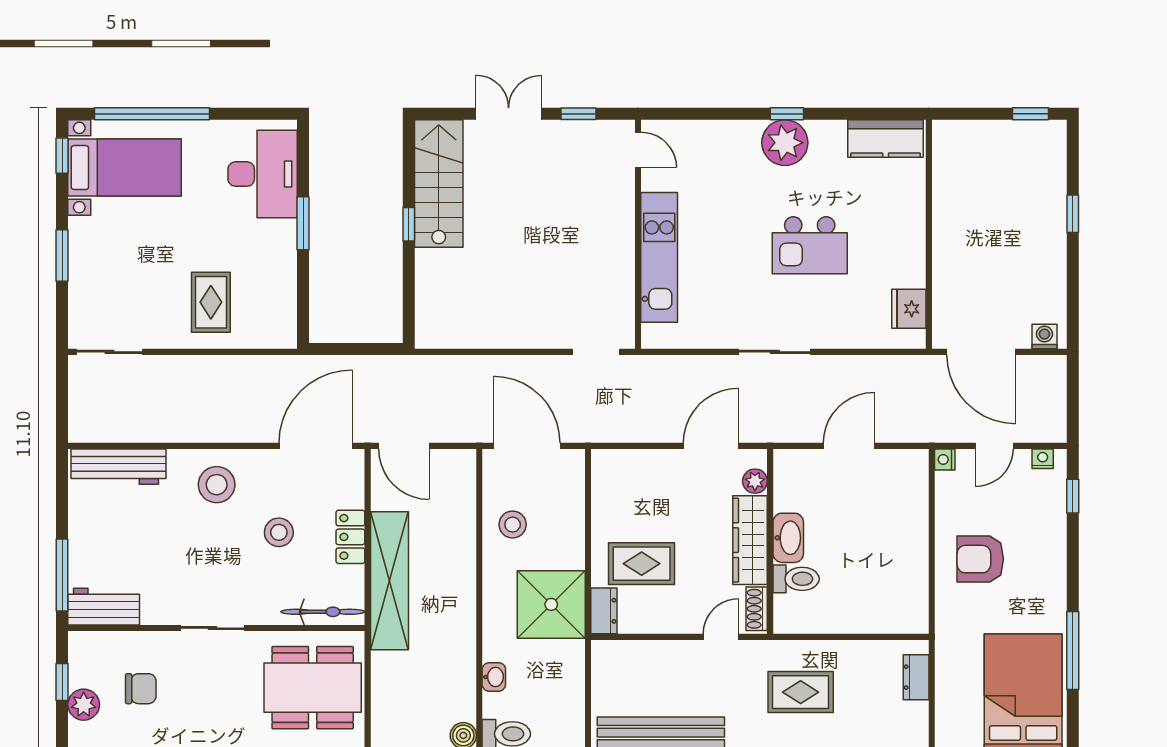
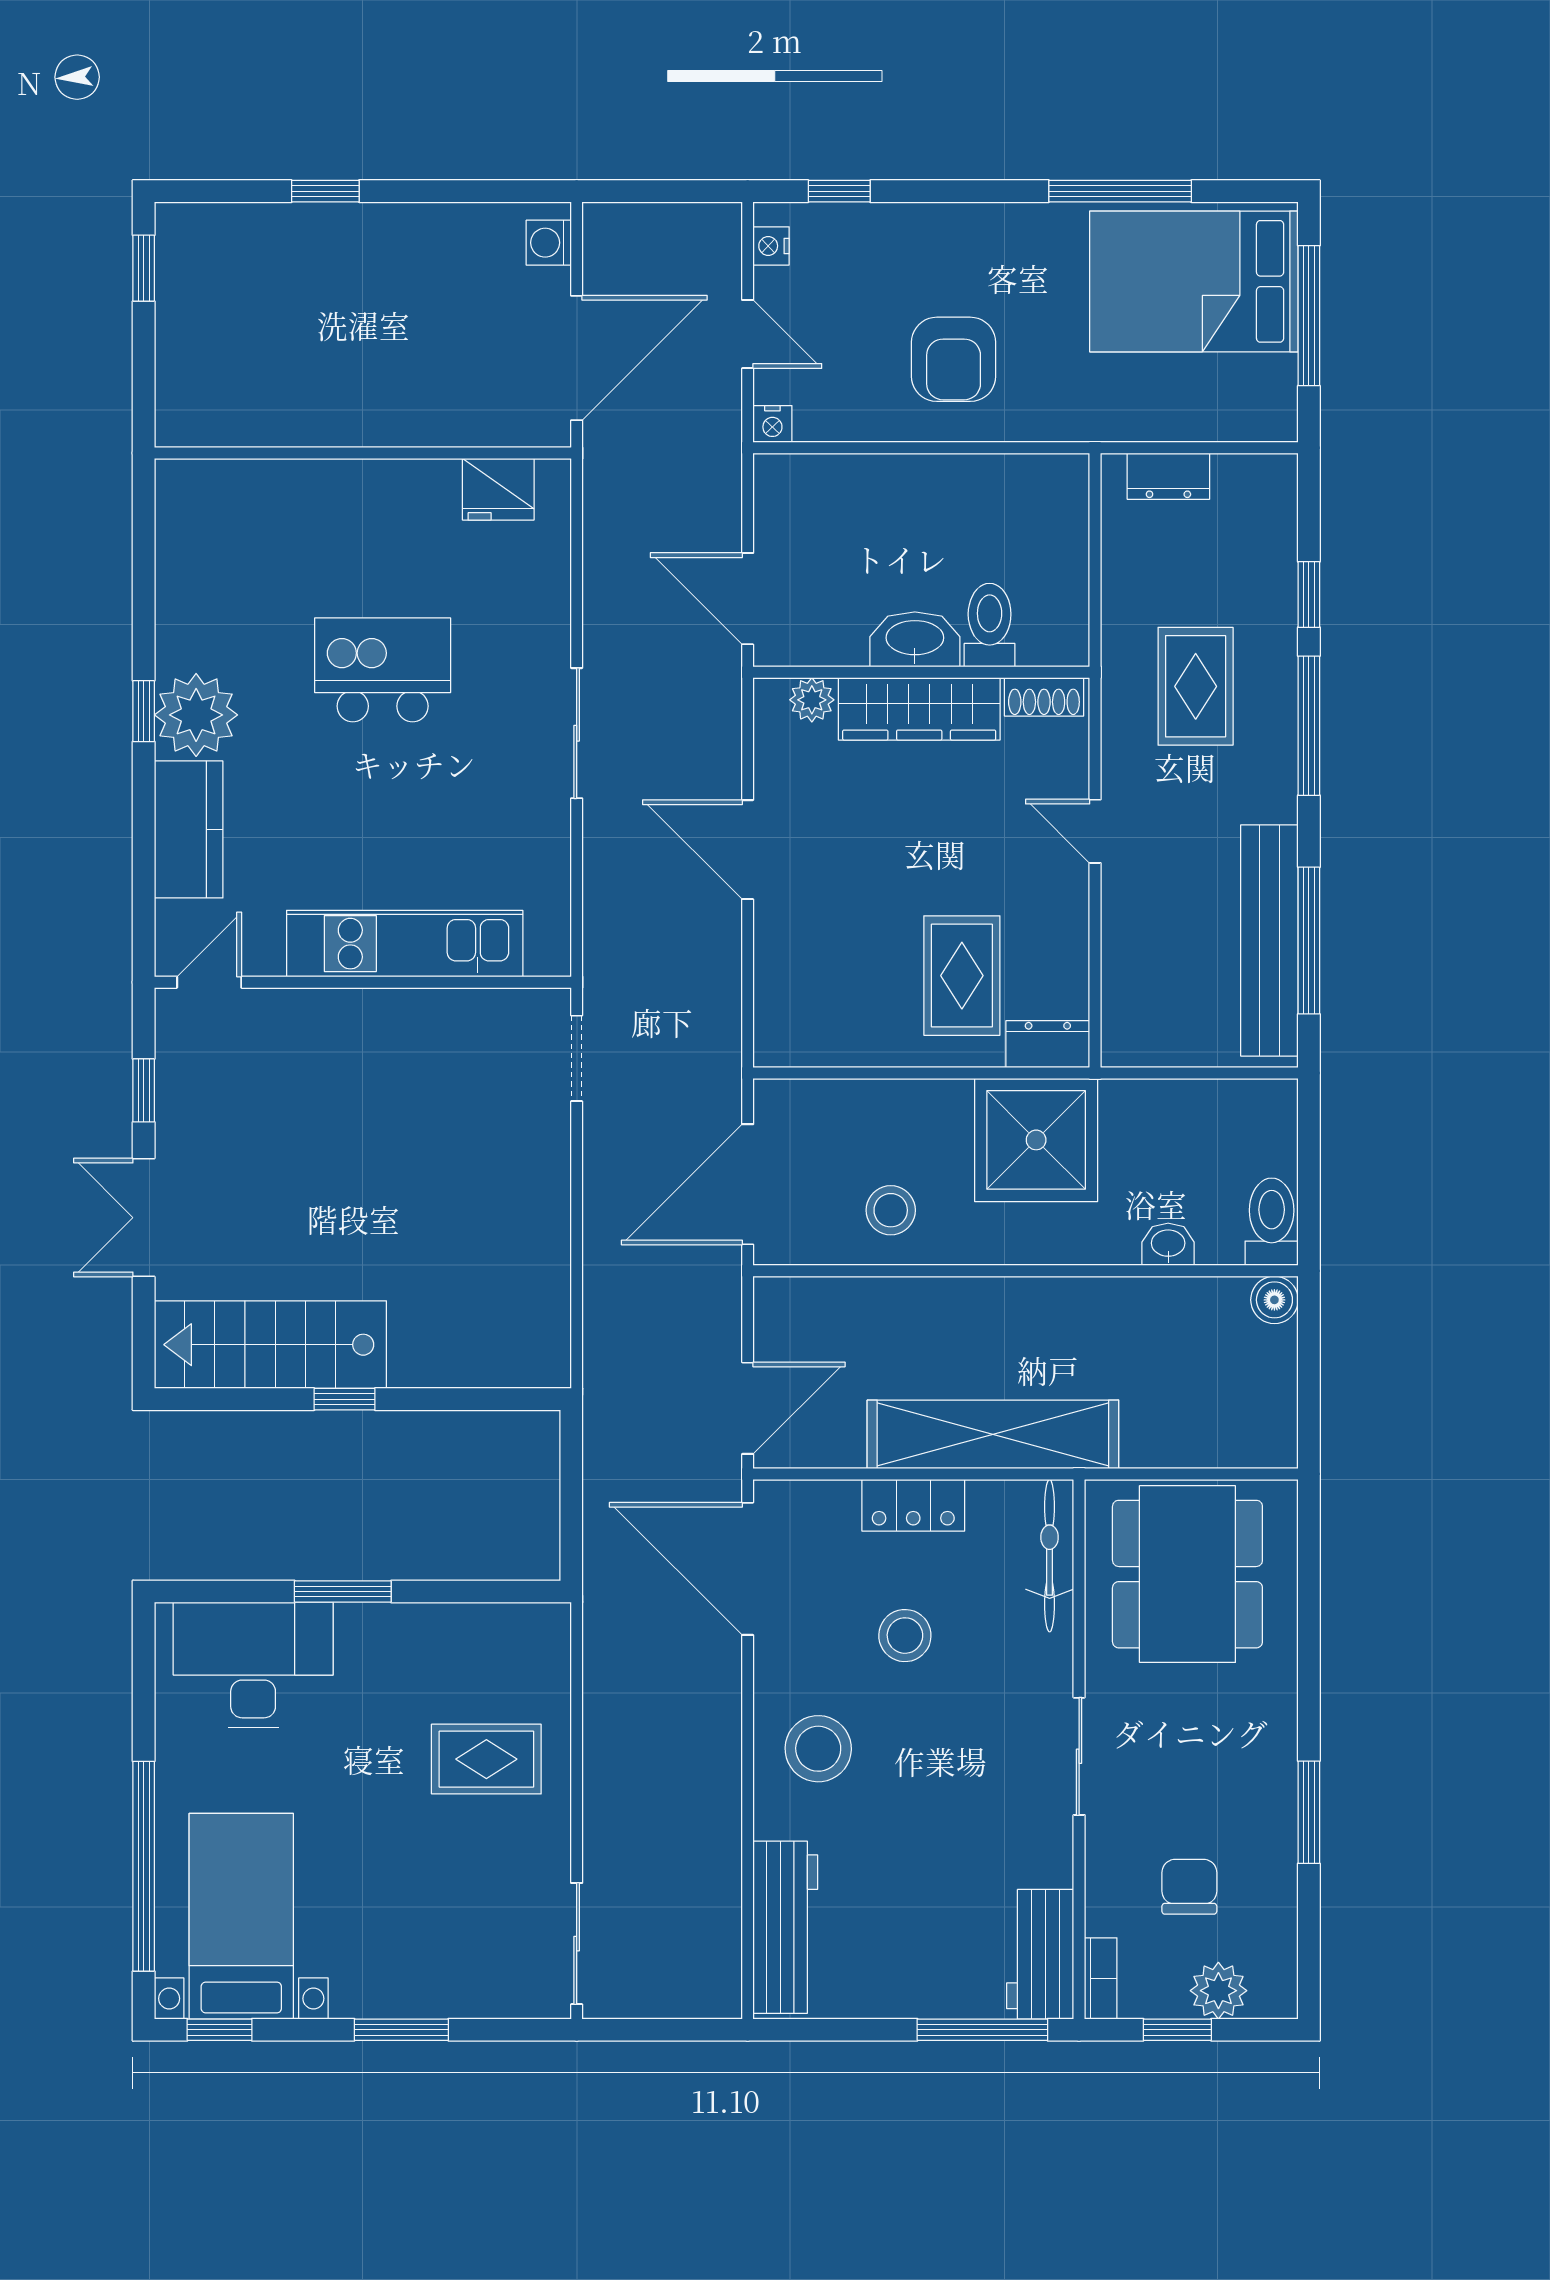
kitchen counter: (886, 139) -> (189, 829), moved
kitchen island: (810, 245) -> (383, 670), turned -90
plant: (755, 481) -> (812, 700), moved
washbasin: (788, 538) -> (915, 639), moved
wardrobe: (750, 540) -> (919, 709), moved
wall: (770, 541) -> (921, 672), moved
toilet: (796, 579) -> (990, 625), moved
shoe rack: (757, 609) -> (1044, 697), moved
bookcase: (90, 640) -> (1101, 1978), added

